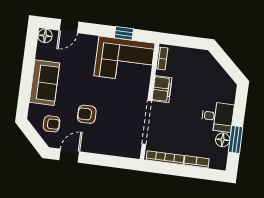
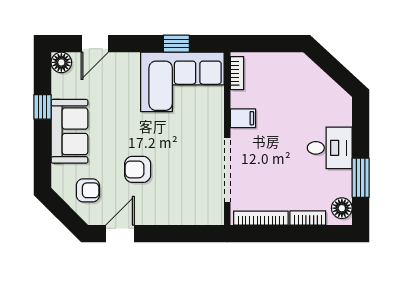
window: (29, 64) -> (43, 107), added
filing cabinet: (162, 89) -> (243, 118), width x0.50
floor lamp: (223, 140) -> (342, 208), moved

